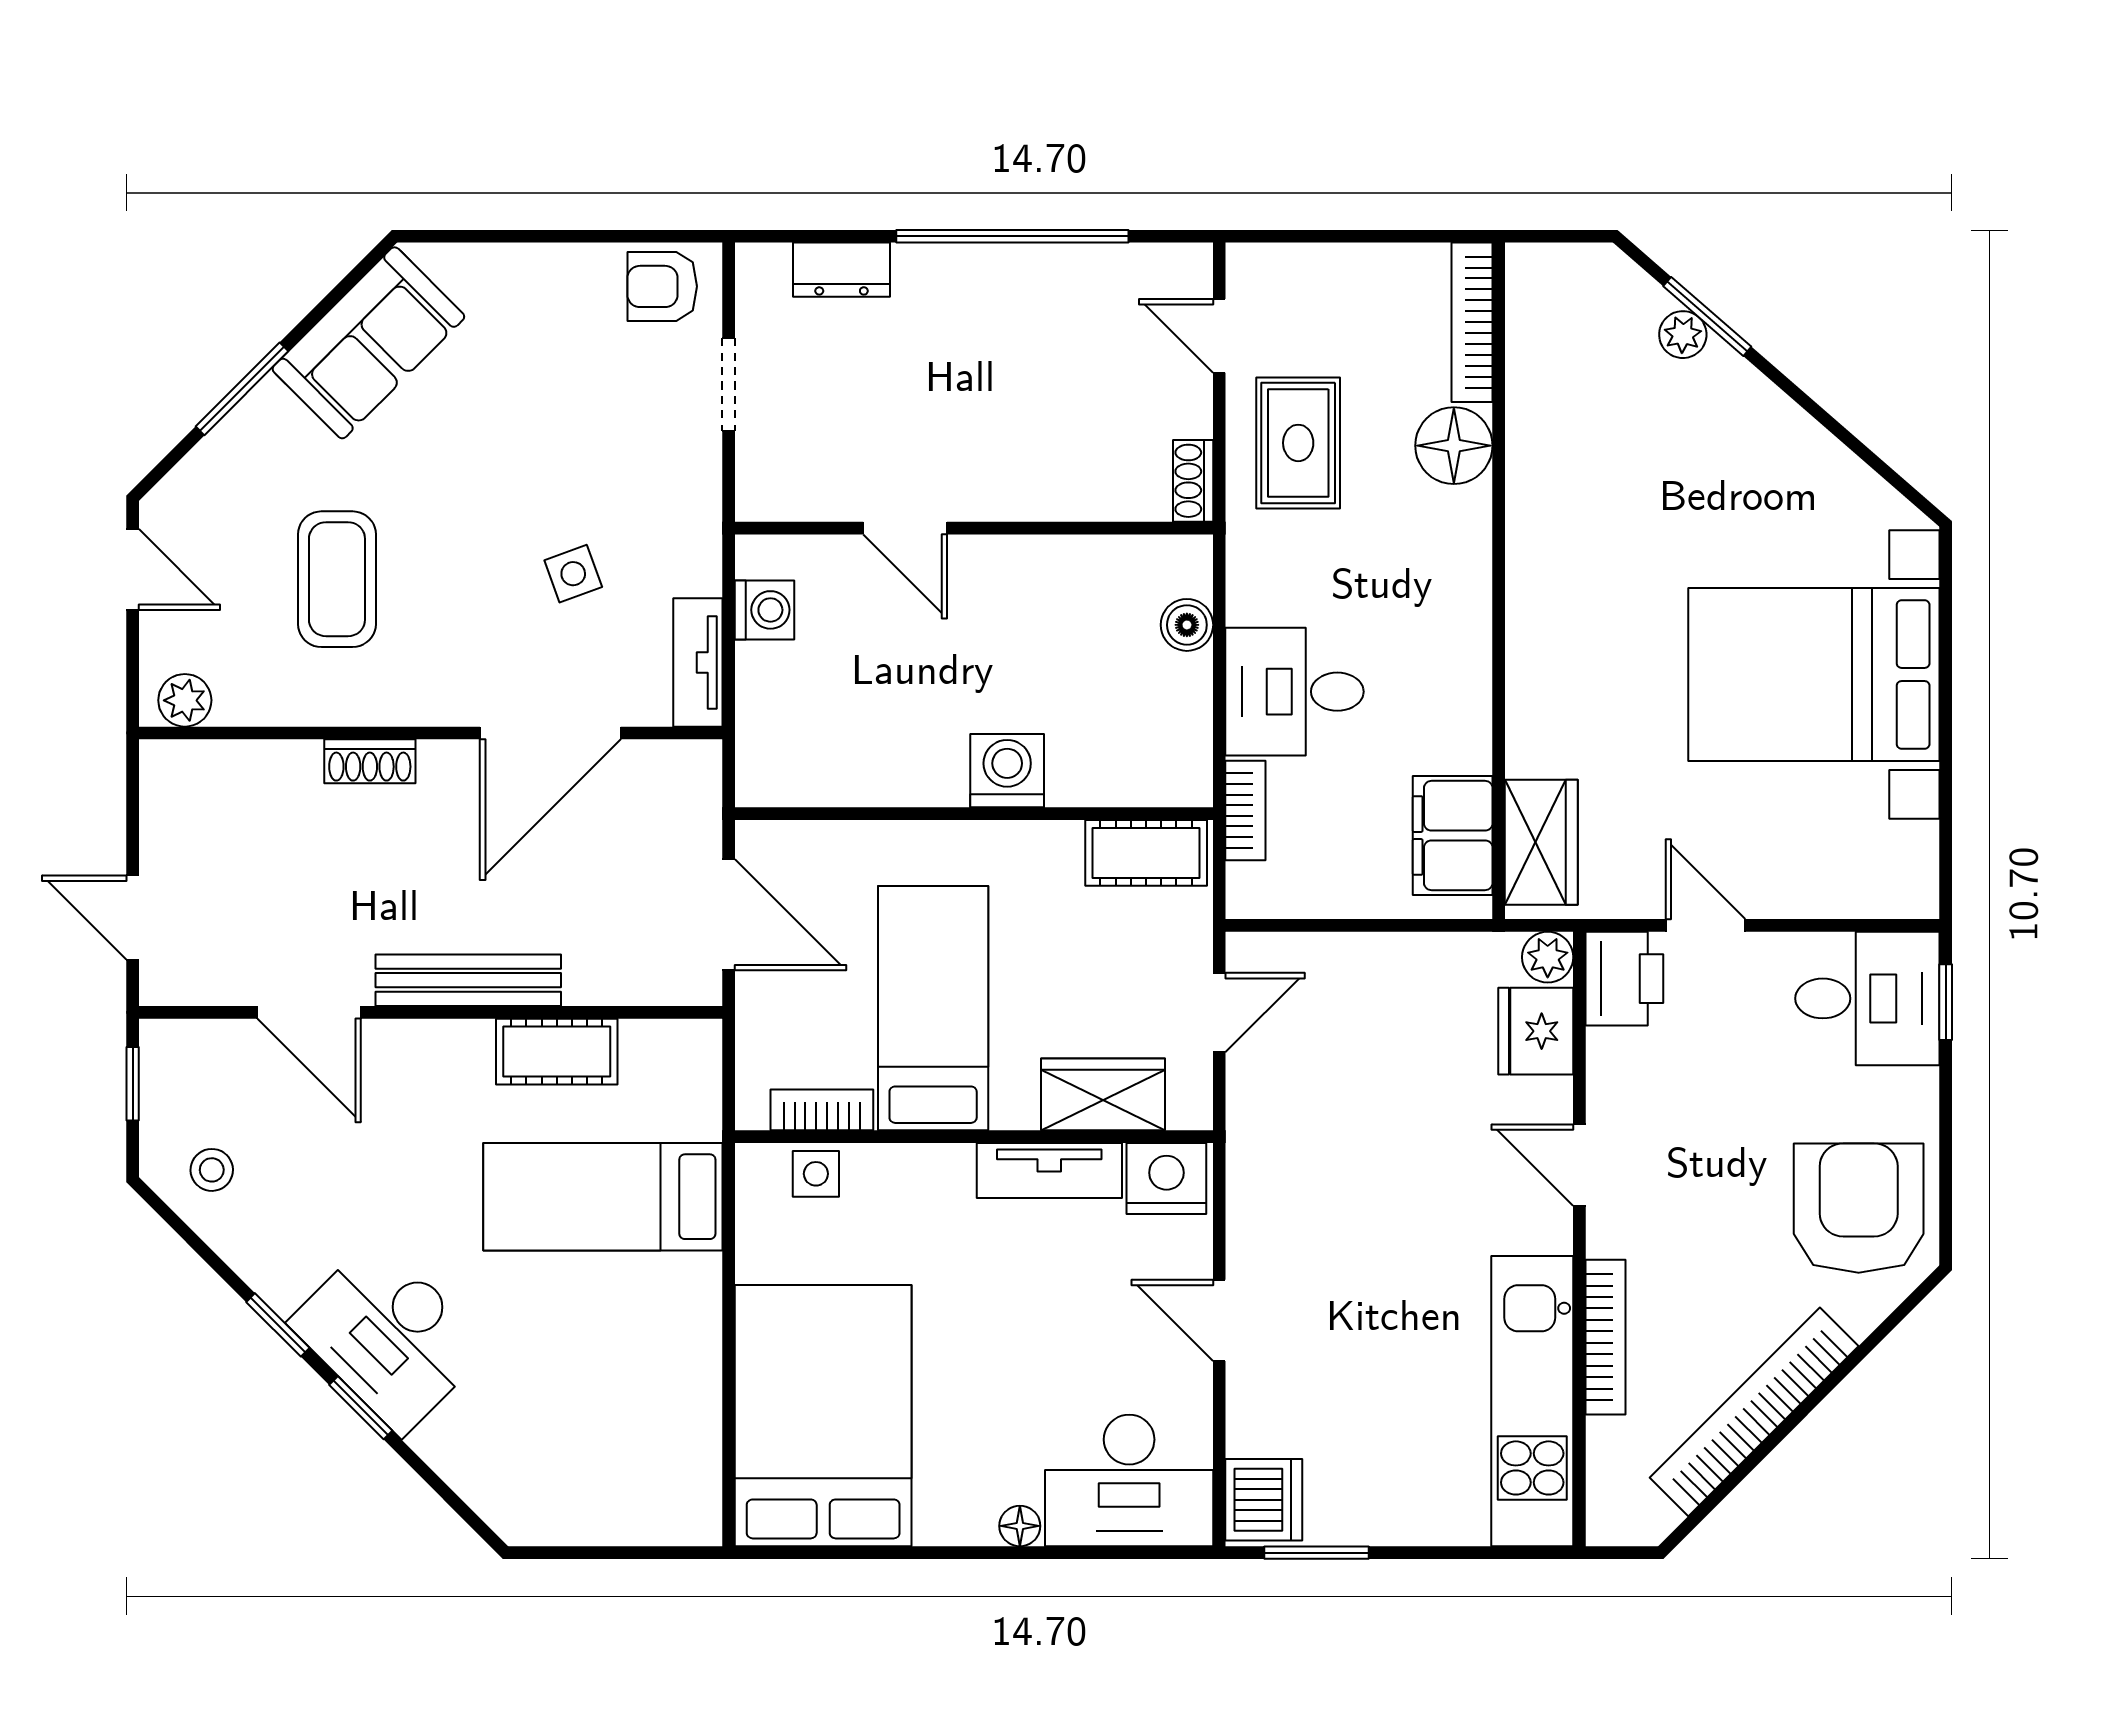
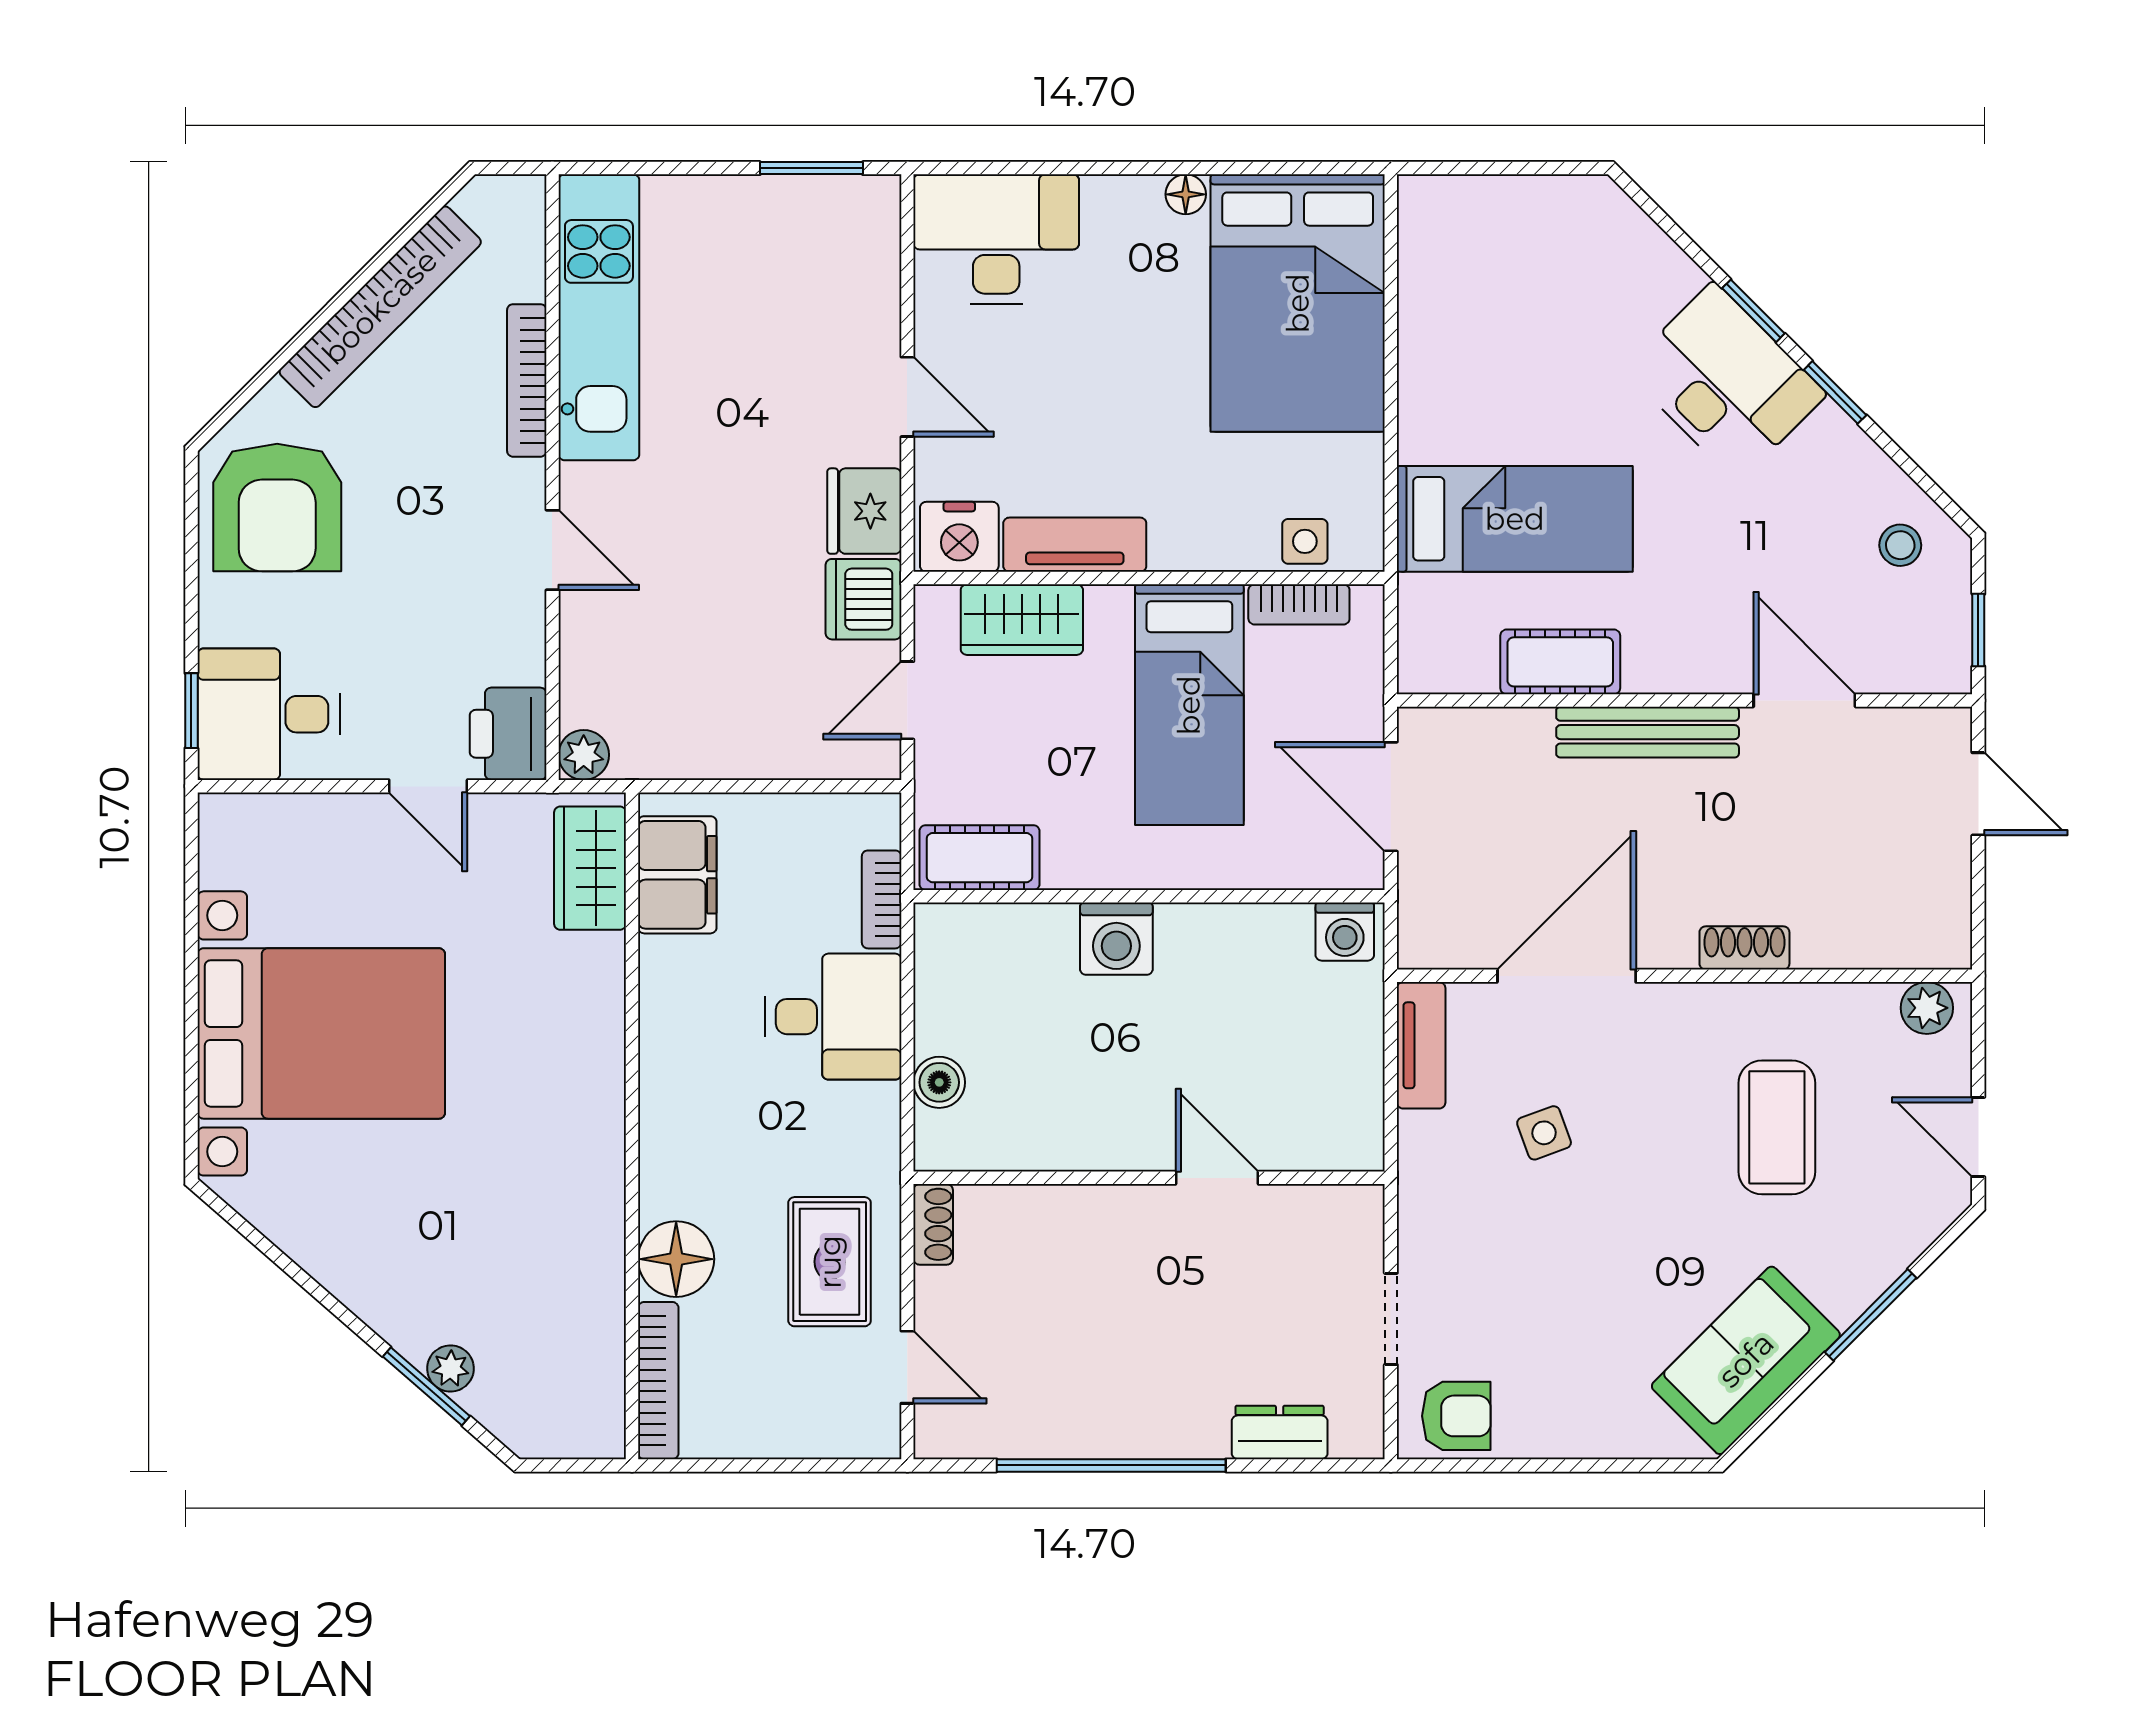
washing machine: (765, 610) -> (1345, 932), moved, turned -90
fridge: (1536, 1031) -> (864, 511), moved, turned 180
dishwasher: (1264, 1500) -> (863, 599), moved
floor lamp: (1020, 1526) -> (1186, 194), moved

